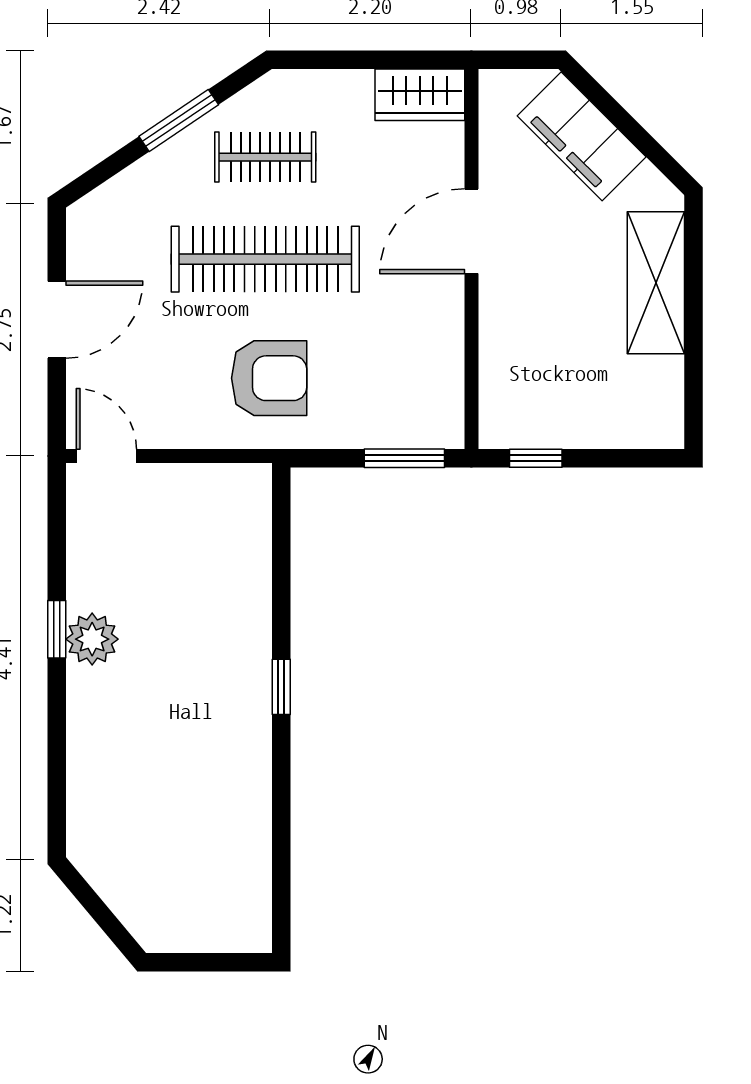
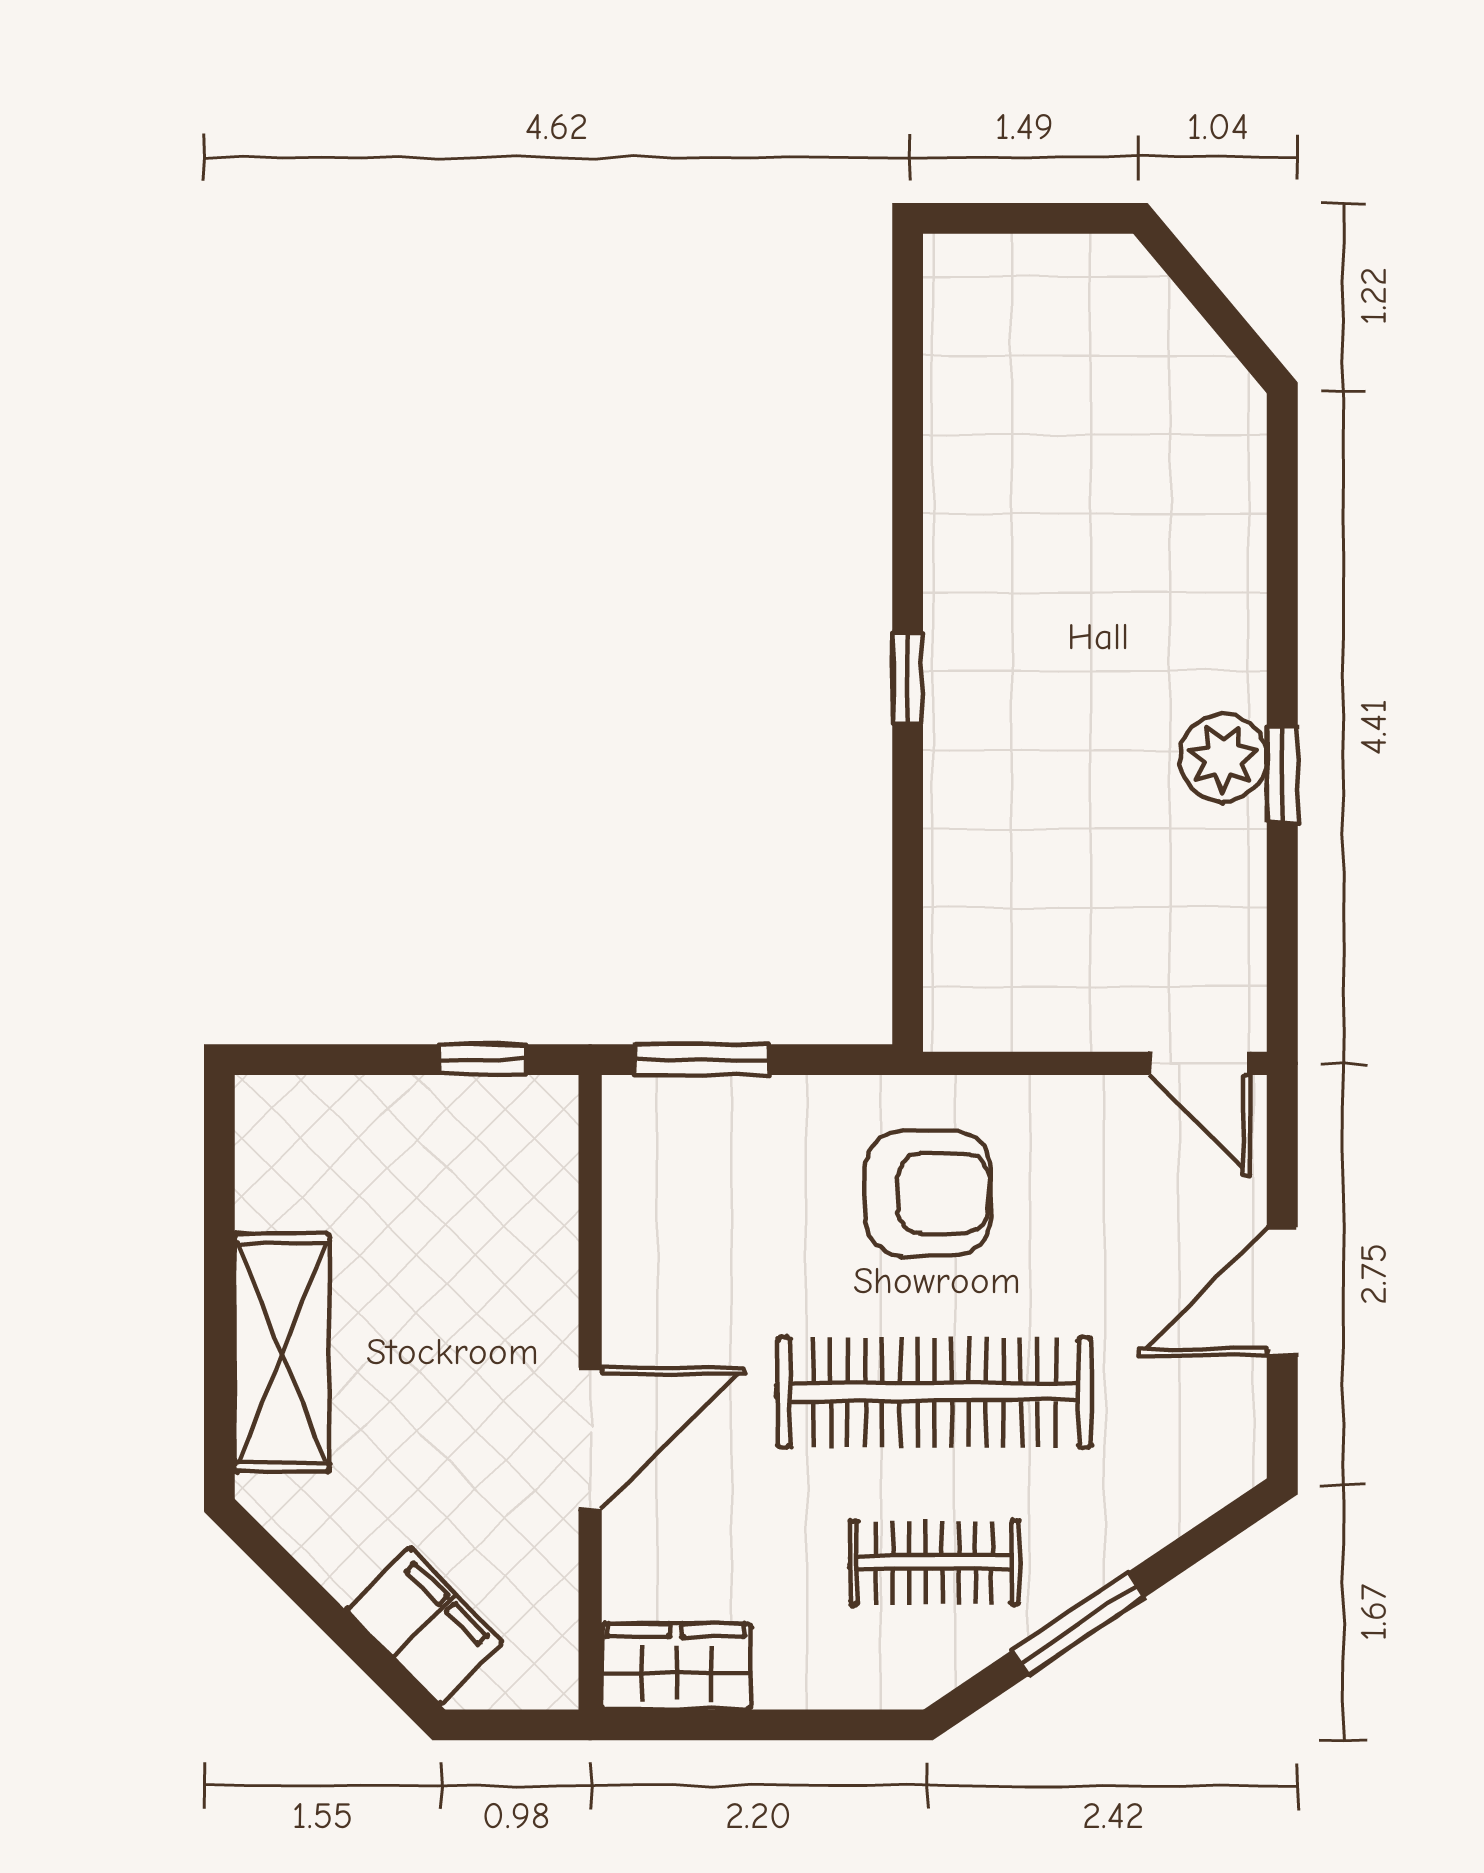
filing cabinet: (582, 136) -> (425, 1626), width x0.67, depth x0.86
armchair: (269, 378) -> (928, 1193), turned 180

